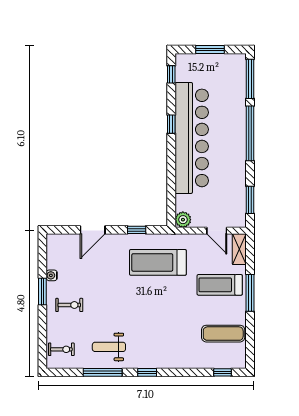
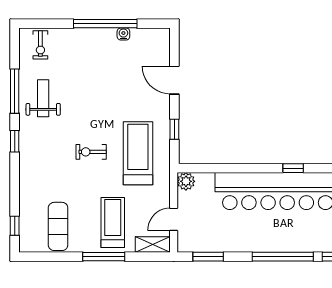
window: (42, 292) -> (105, 24), width x2.11
exercise bike: (69, 305) -> (91, 152), moved, turned 90

